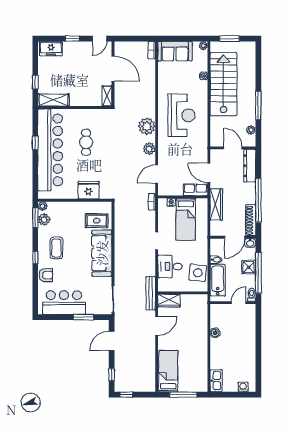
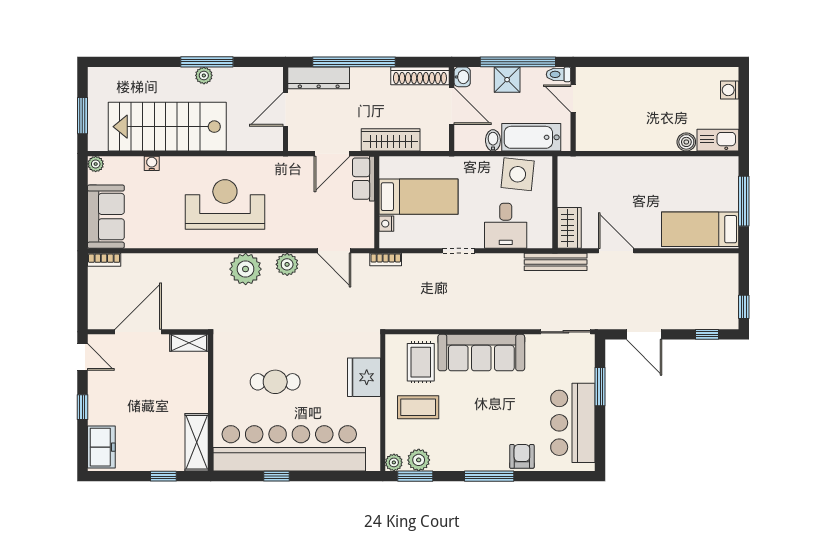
plant: (251, 130) -> (204, 75), moved
window: (258, 200) -> (354, 62), moved
coffee table: (56, 248) -> (418, 407), moved
window: (35, 257) -> (489, 476), width x2.17
boiler: (215, 333) -> (686, 142), moved

